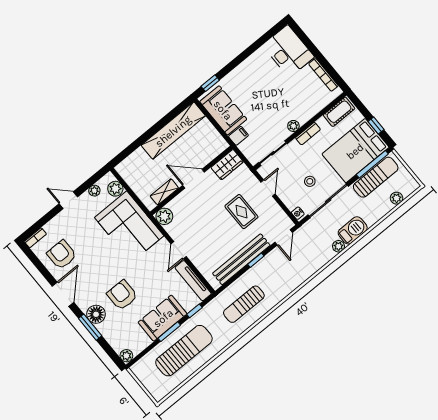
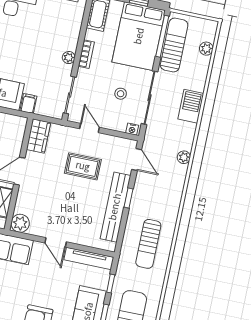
plant: (339, 246) -> (184, 157), moved

